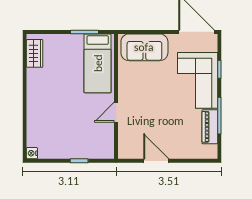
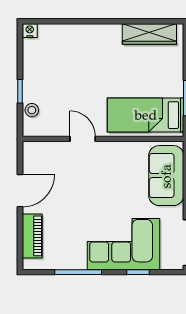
wardrobe: (35, 53) -> (149, 34), width x1.50
piano: (210, 127) -> (32, 236), moved, turned 90
stool: (94, 152) -> (32, 110), added

